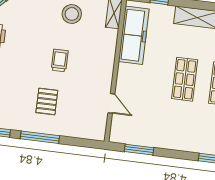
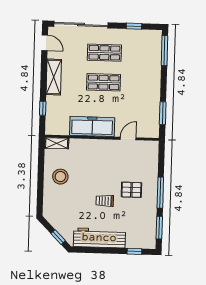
freezer: (134, 35) -> (92, 126), moved
trolley: (60, 60) -> (105, 201), moved

